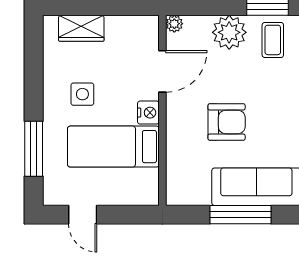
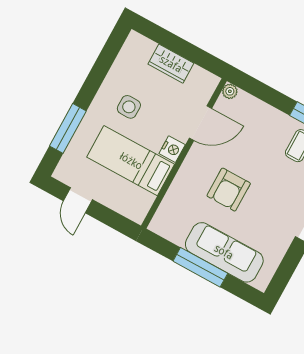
wardrobe: (81, 28) -> (171, 64), moved
plant: (229, 32) -> (269, 121), removed
armchair: (227, 122) -> (229, 190), turned 90

